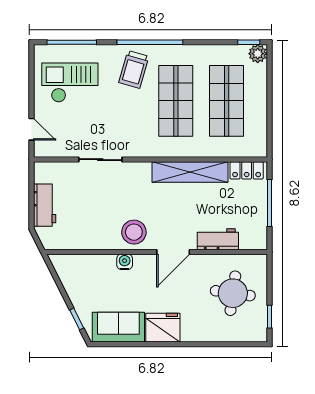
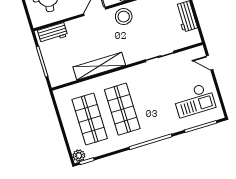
trolley: (134, 69) -> (156, 121), removed
locker: (247, 170) -> (63, 78), removed
workbench: (218, 239) -> (53, 33), moved

